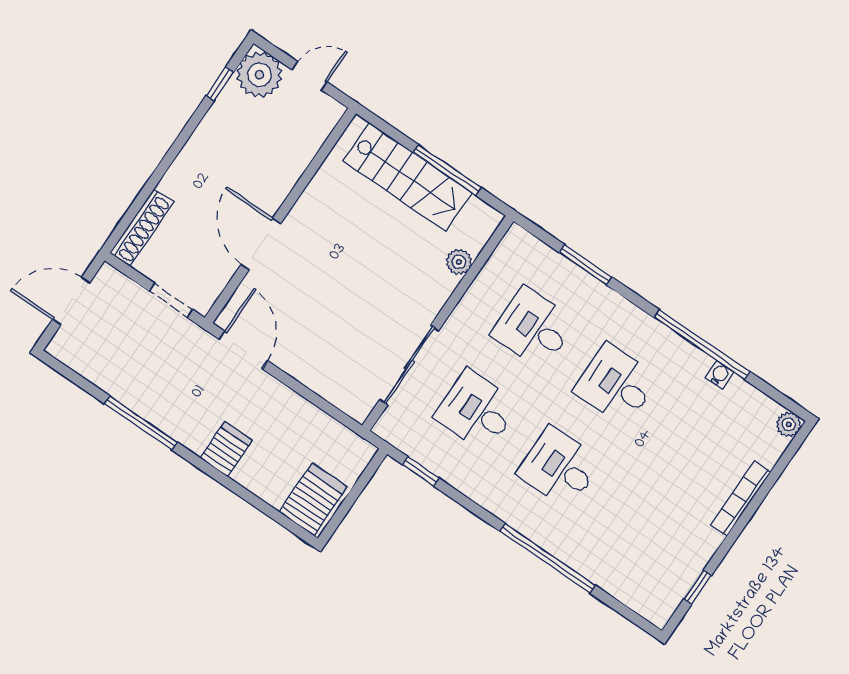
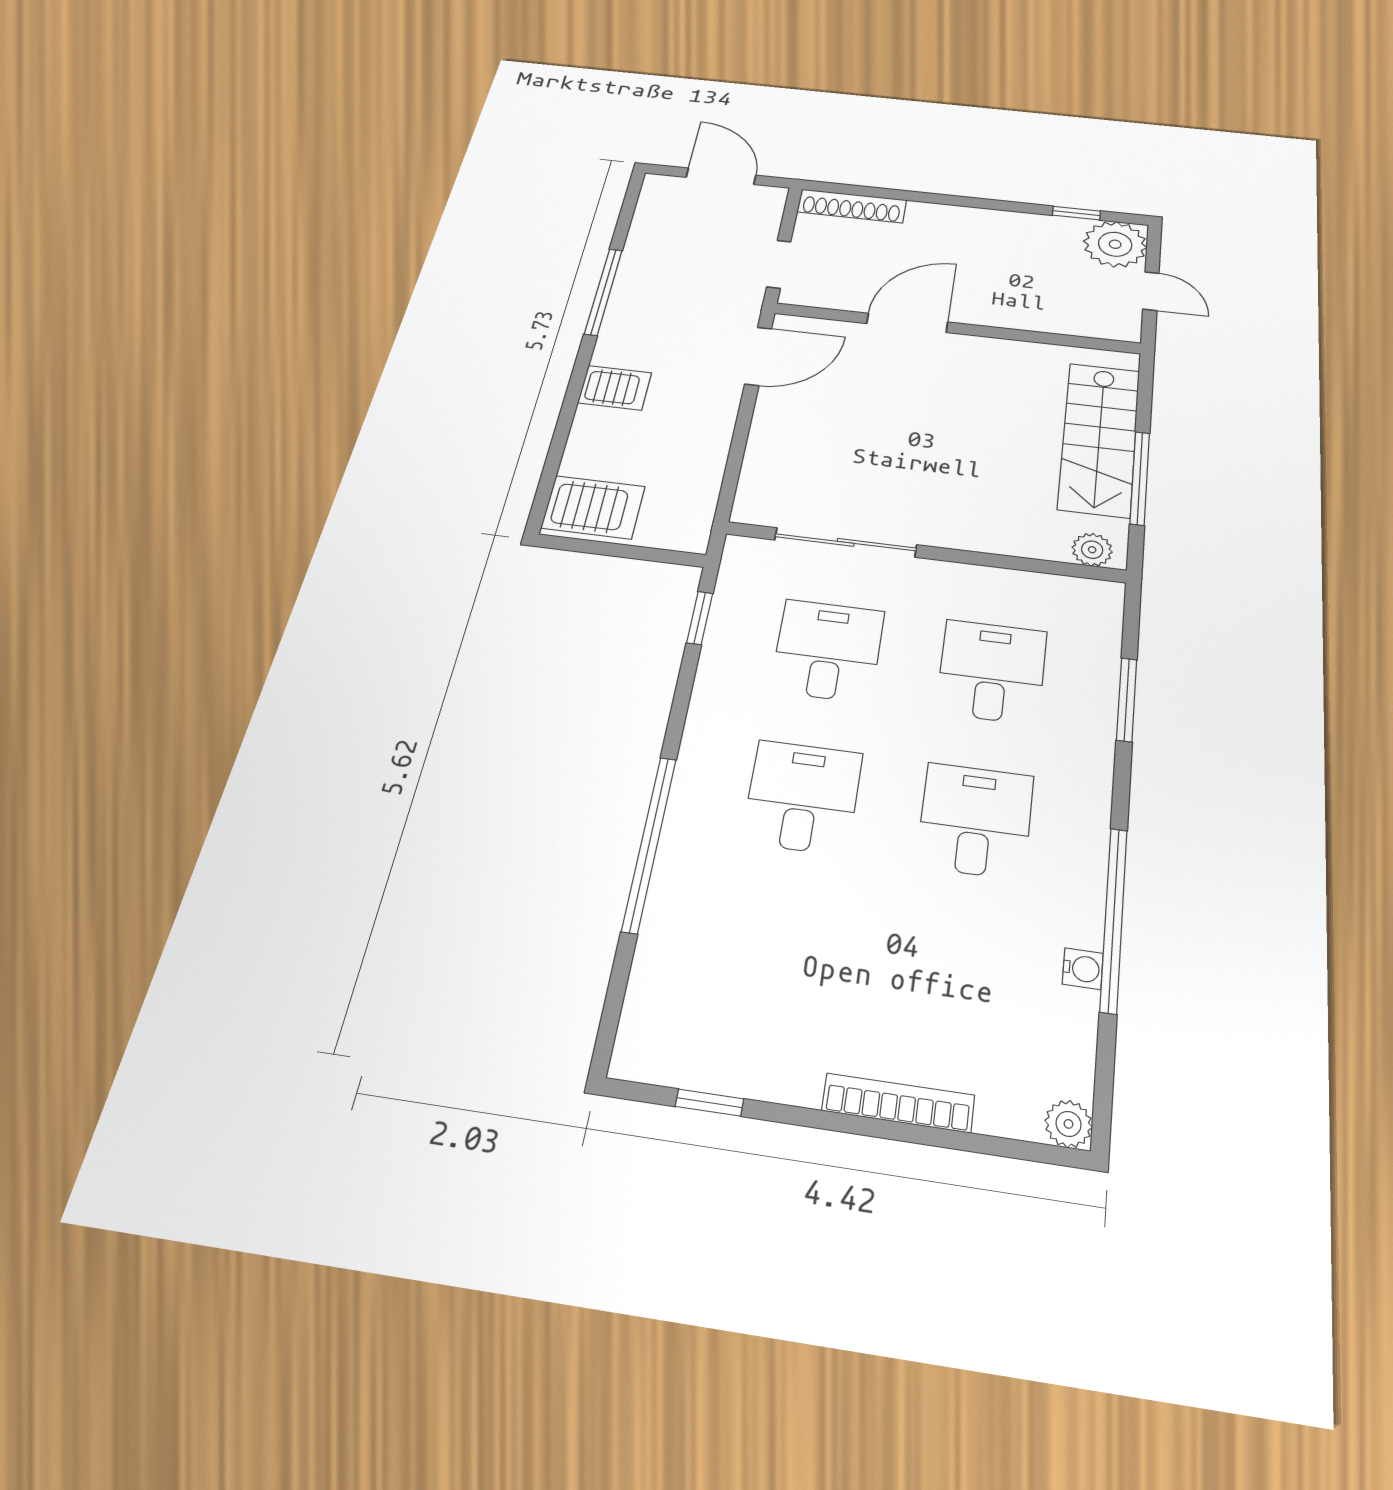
plant: (459, 262) -> (1092, 550), moved

